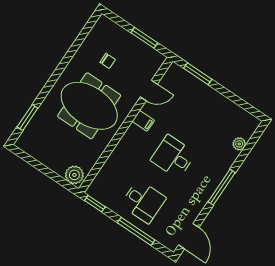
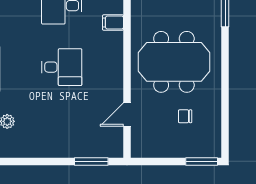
window: (144, 38) -> (202, 161), moved
filing cabinet: (143, 121) -> (113, 23), moved

